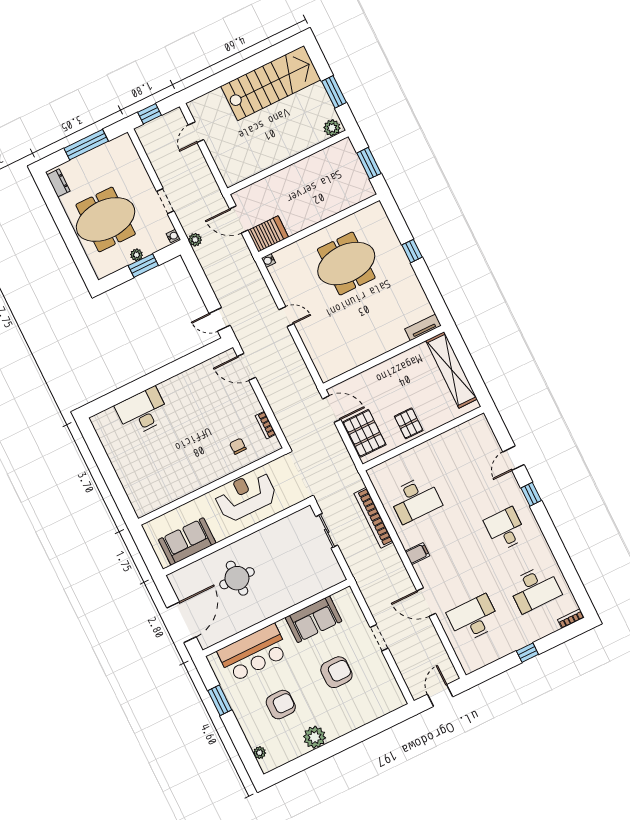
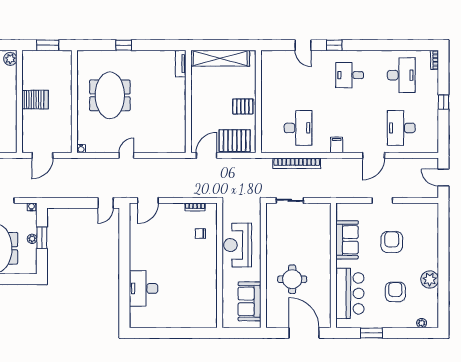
server rack: (268, 234) -> (35, 100), moved, turned 90
plant: (195, 240) -> (42, 193), removed

